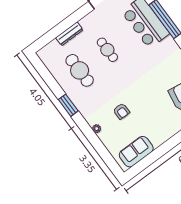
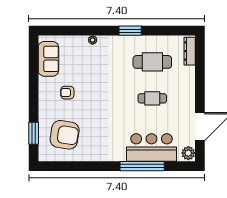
dresser: (69, 34) -> (190, 51), moved
armchair: (121, 111) -> (67, 93), moved

